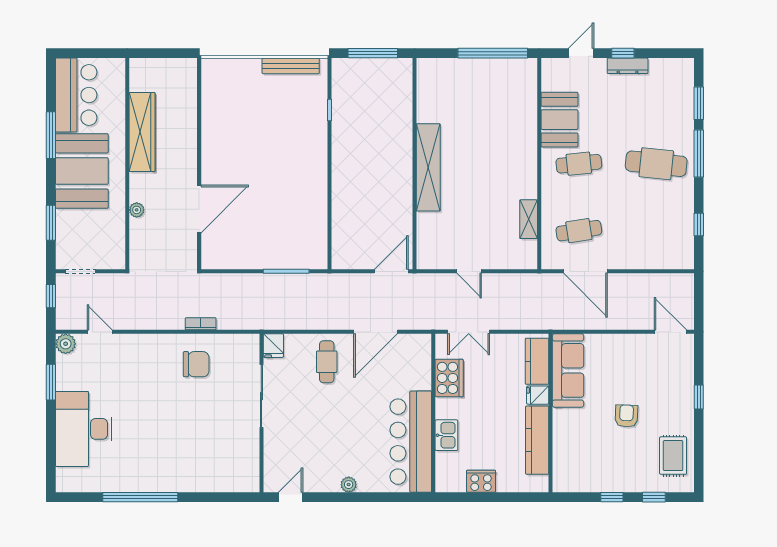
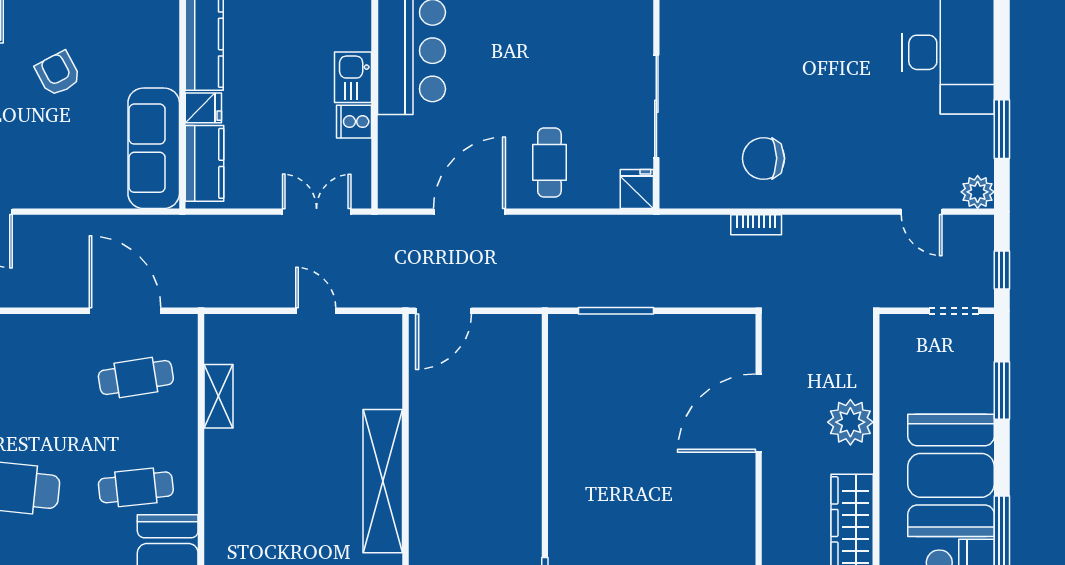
plant: (137, 210) -> (850, 422), width x1.88, depth x1.88
cooker: (449, 378) -> (354, 122), width x0.53, depth x0.76
armchair: (626, 416) -> (58, 74), turned 150
kitchen sink: (446, 435) -> (353, 77), moved

